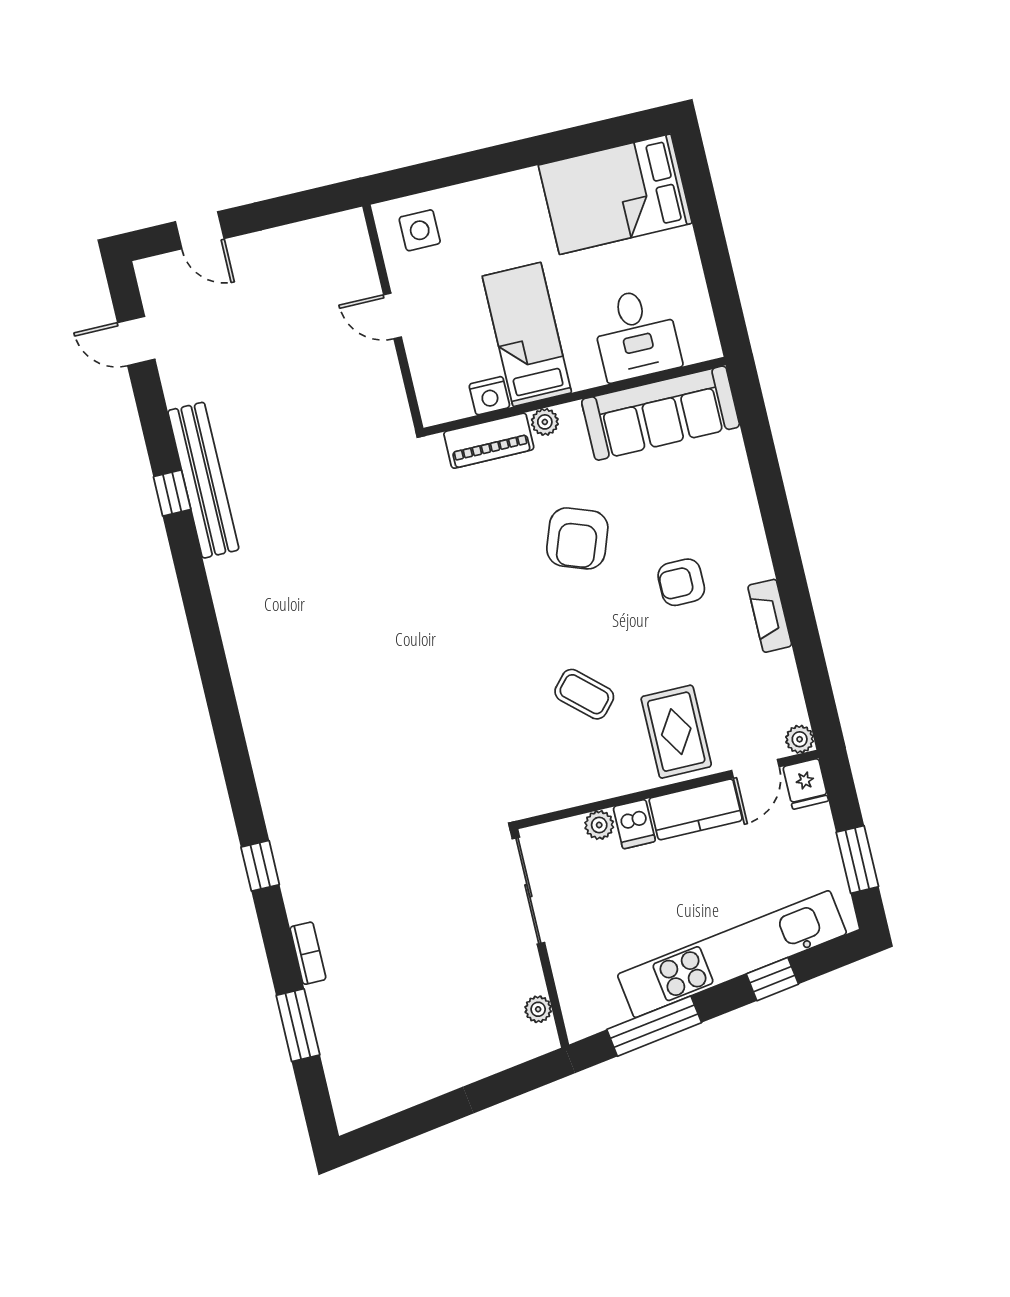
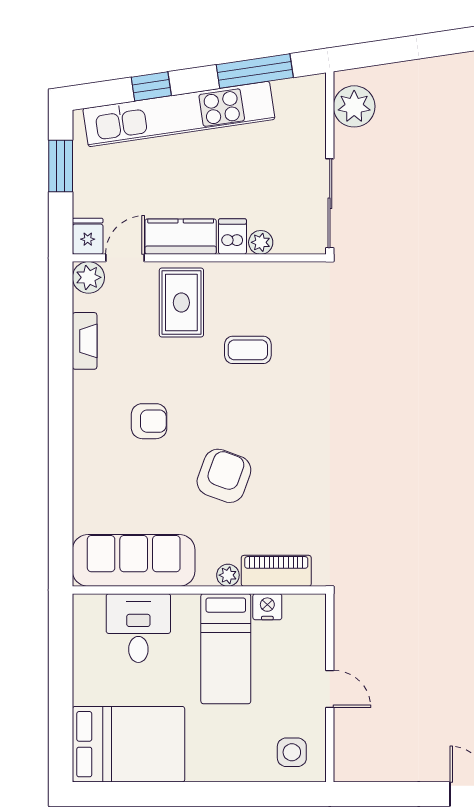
fireplace: (770, 616) -> (85, 341), moved
coffee table: (584, 694) -> (248, 350), turned -42
plant: (800, 739) -> (88, 277), width x1.38, depth x1.38
plant: (538, 1009) -> (354, 106), width x1.87, depth x1.87

